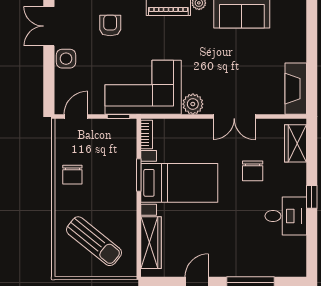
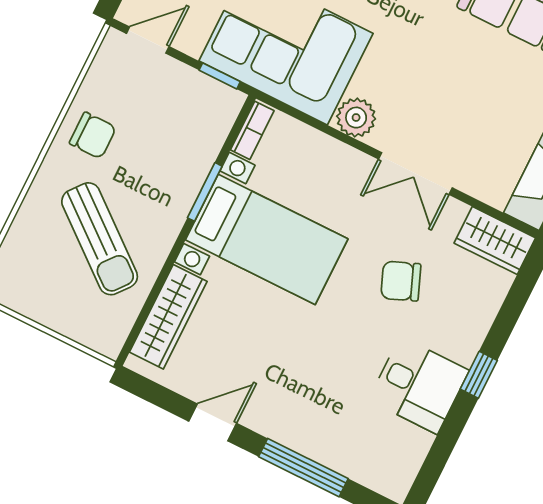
wardrobe: (295, 143) -> (495, 241), moved, turned -90
chair: (253, 171) -> (401, 281), turned 68
chair: (72, 175) -> (93, 135), turned -90
sun lounger: (94, 241) -> (100, 239), moved

